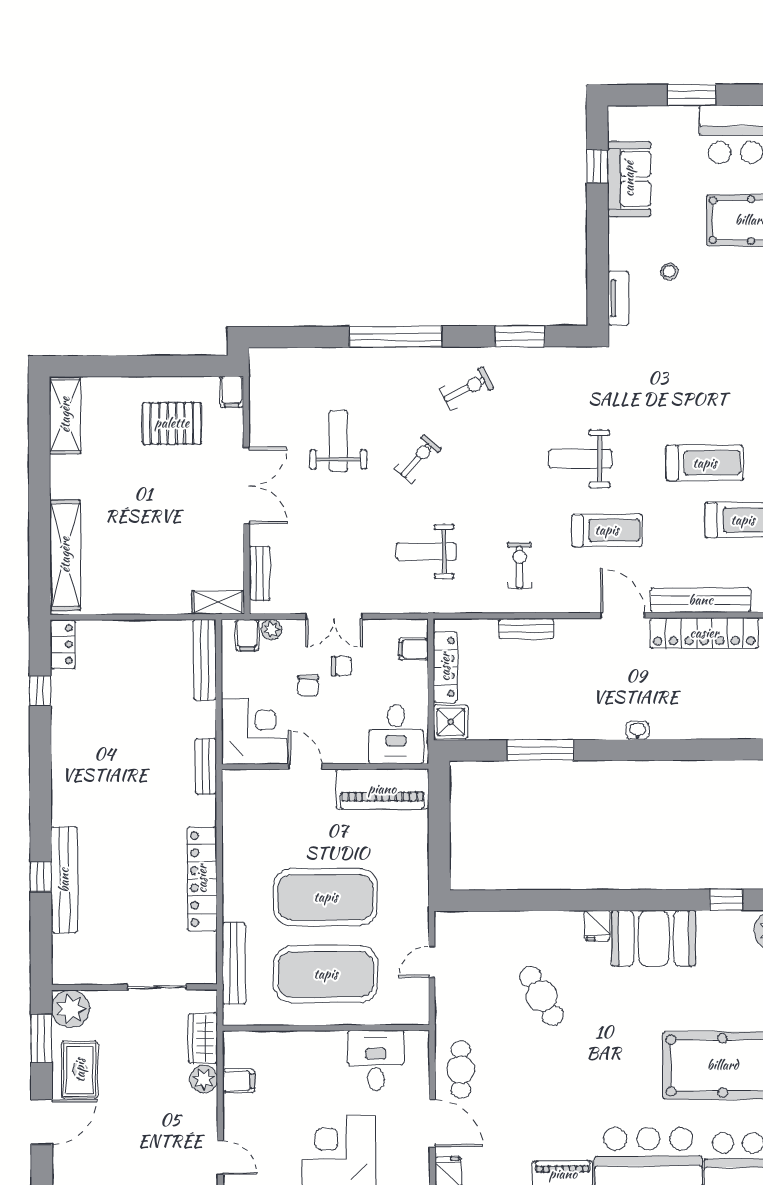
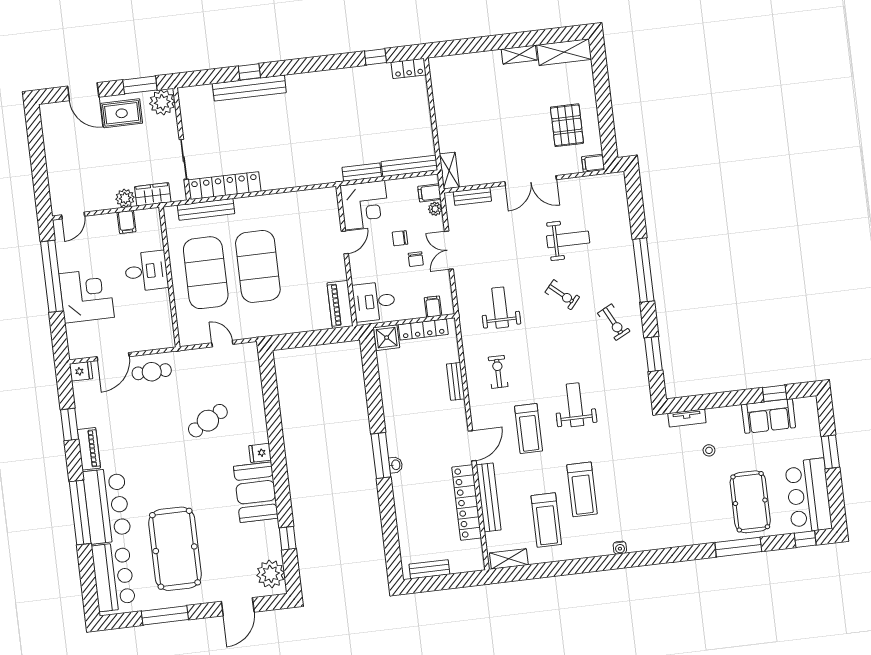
shelving: (65, 555) -> (519, 55), moved, width x0.45, depth x0.75
exercise bike: (519, 565) -> (498, 372), turned -90
window: (541, 750) -> (381, 455), moved
bench: (206, 766) -> (362, 172), moved
piano: (382, 789) -> (340, 305), width x0.73, depth x0.75
locker: (202, 879) -> (225, 186), moved
desk: (376, 1060) -> (146, 271), moved

